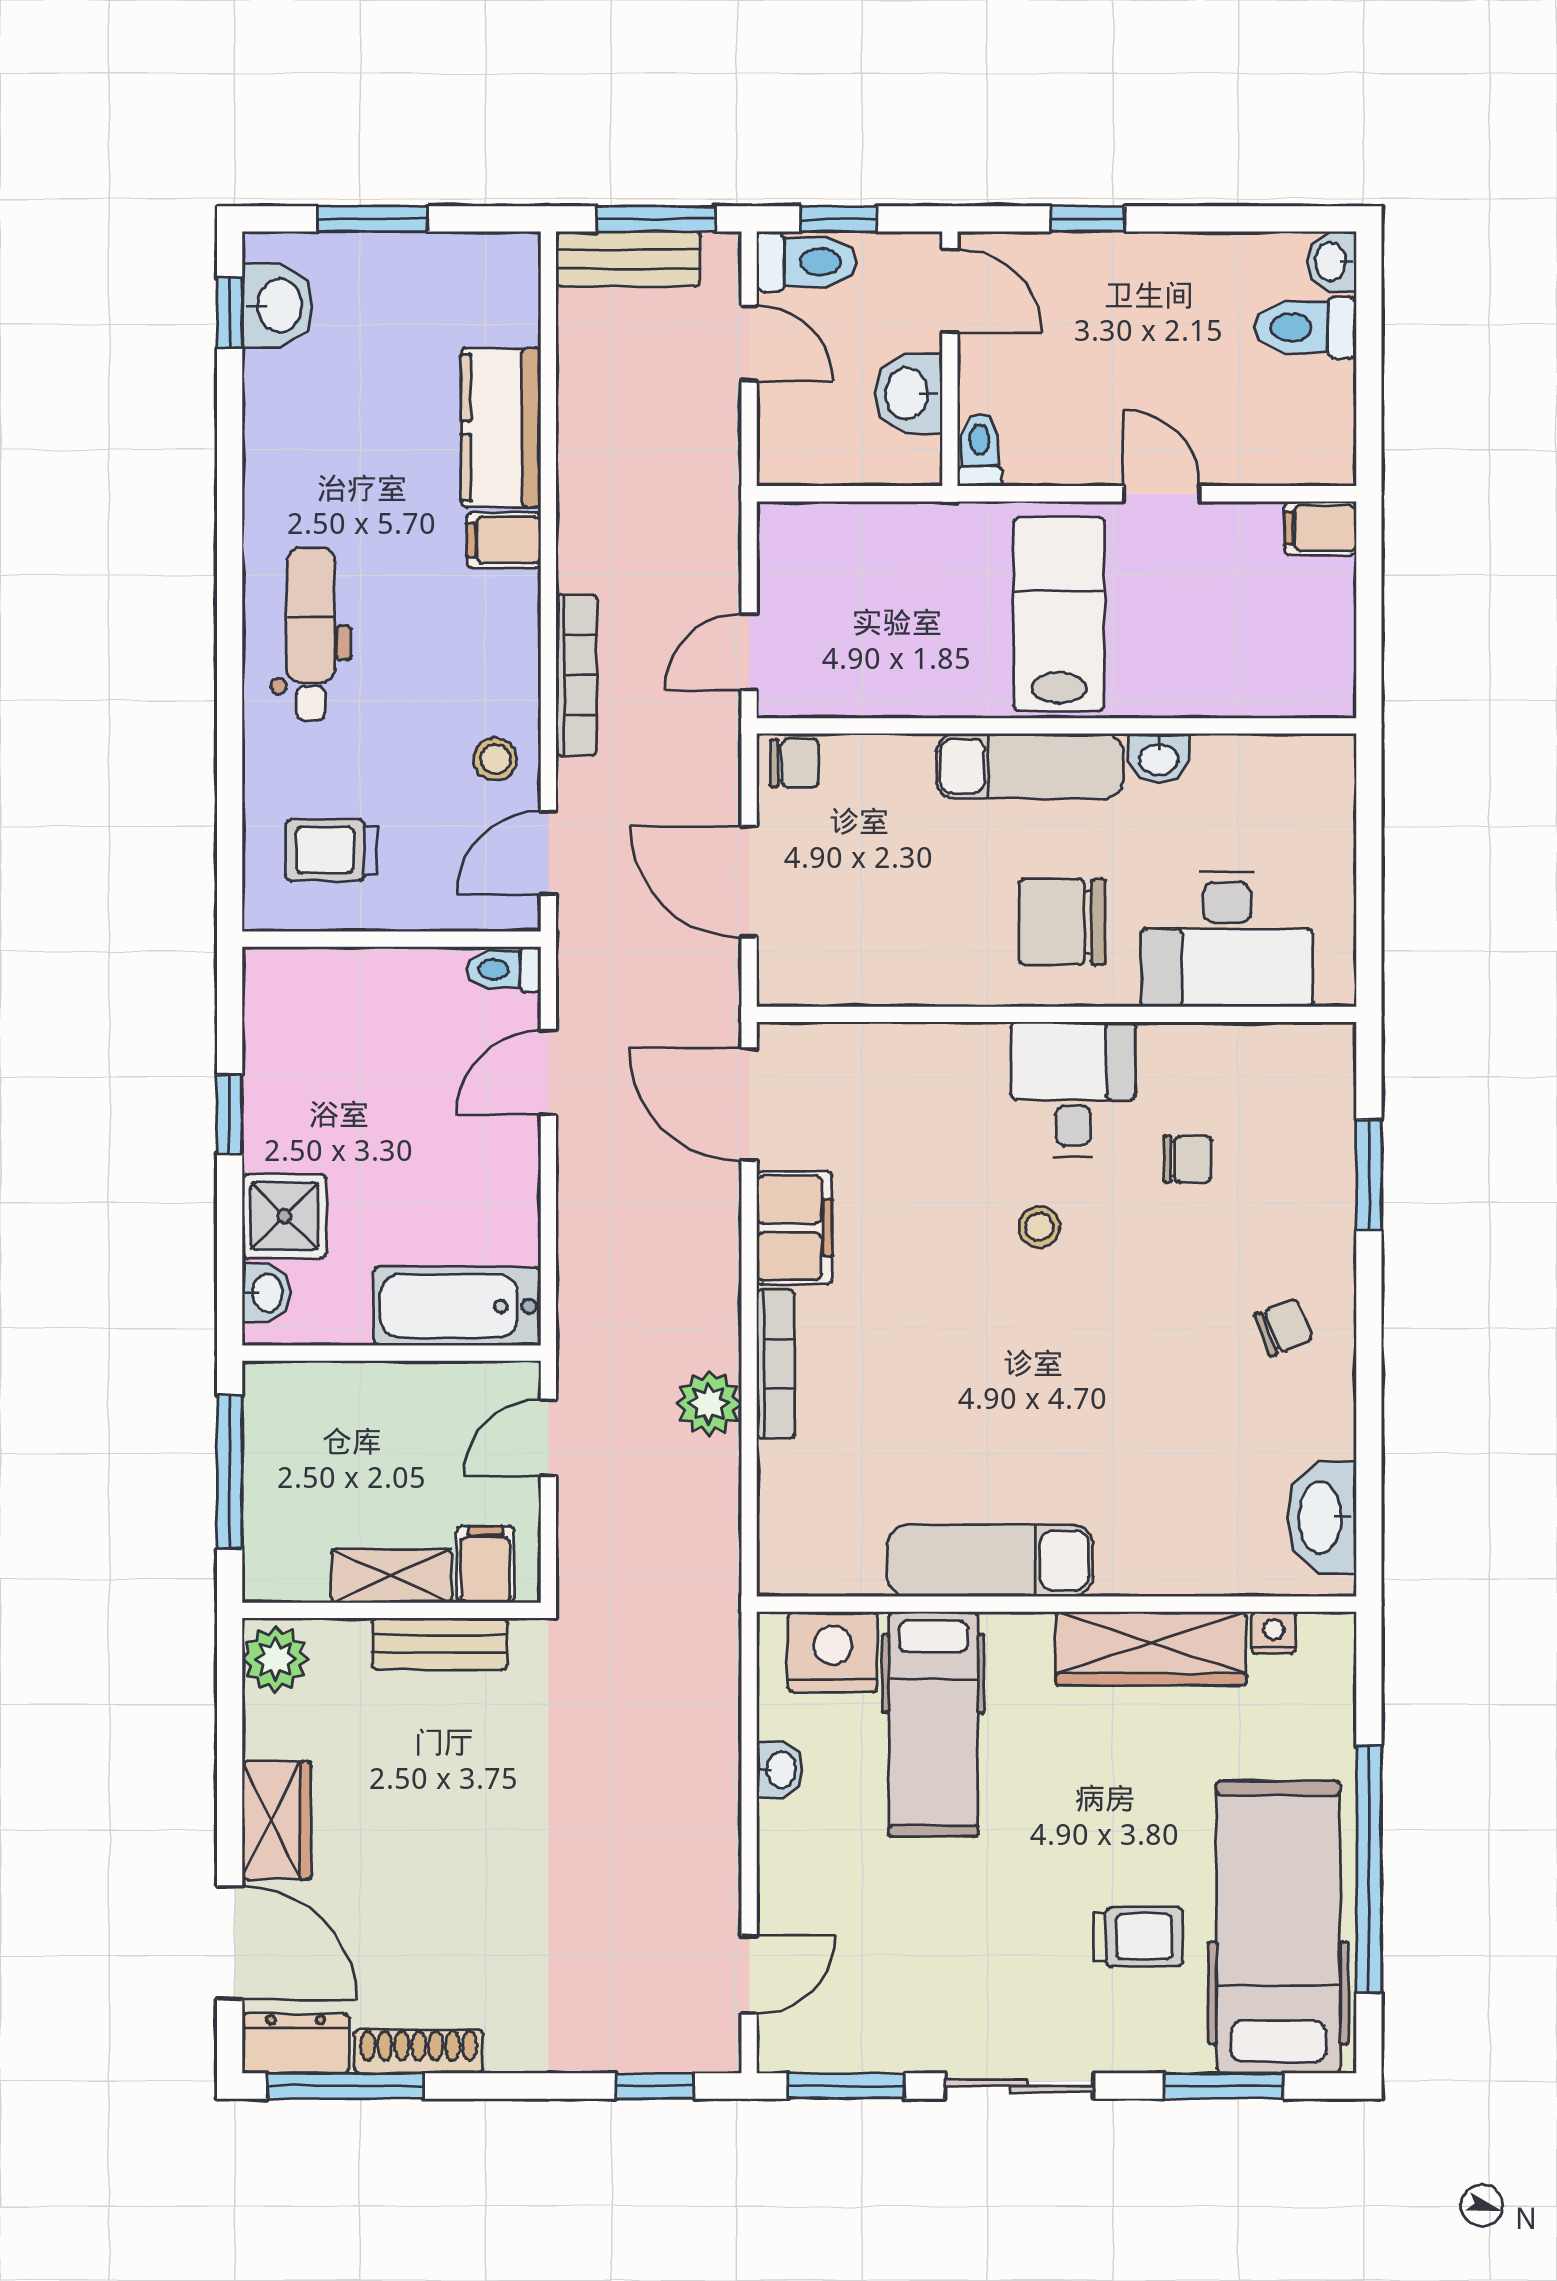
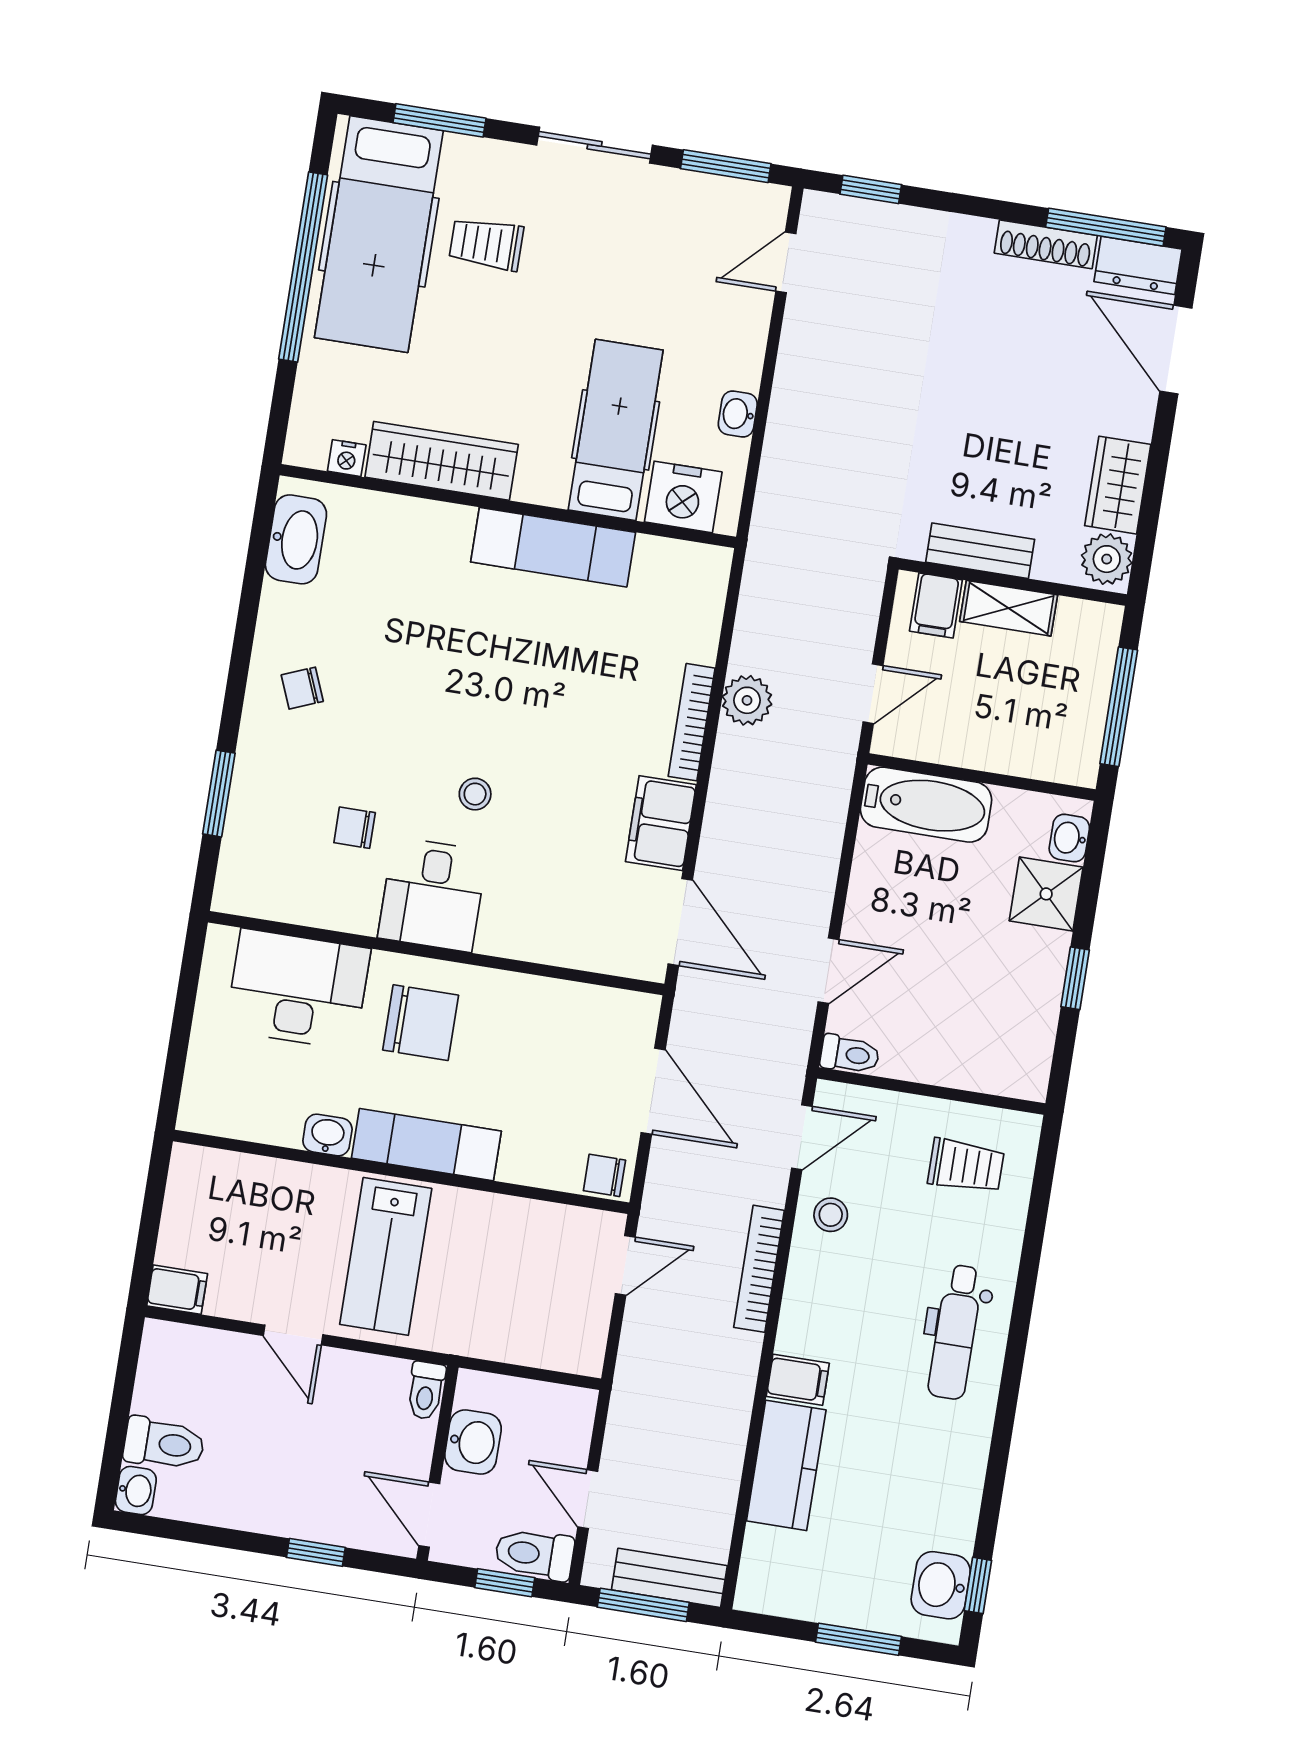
wardrobe: (276, 1820) -> (1118, 485), moved

